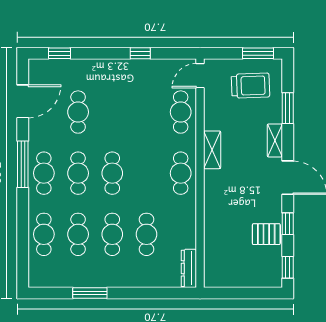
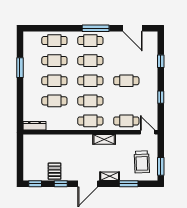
window: (59, 53) -> (161, 61), moved
cafe table: (78, 112) -> (126, 81), moved
cafe table: (146, 173) -> (90, 101), added

